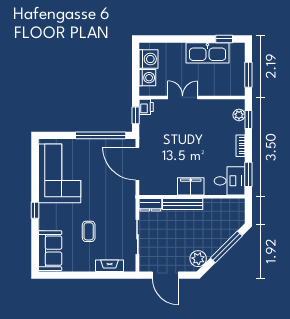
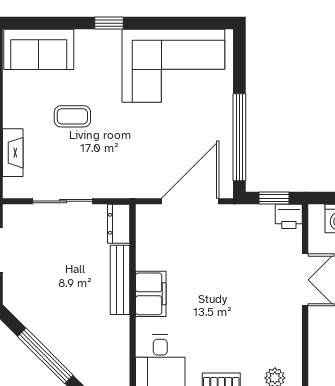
plant: (198, 259) -> (25, 307), removed

